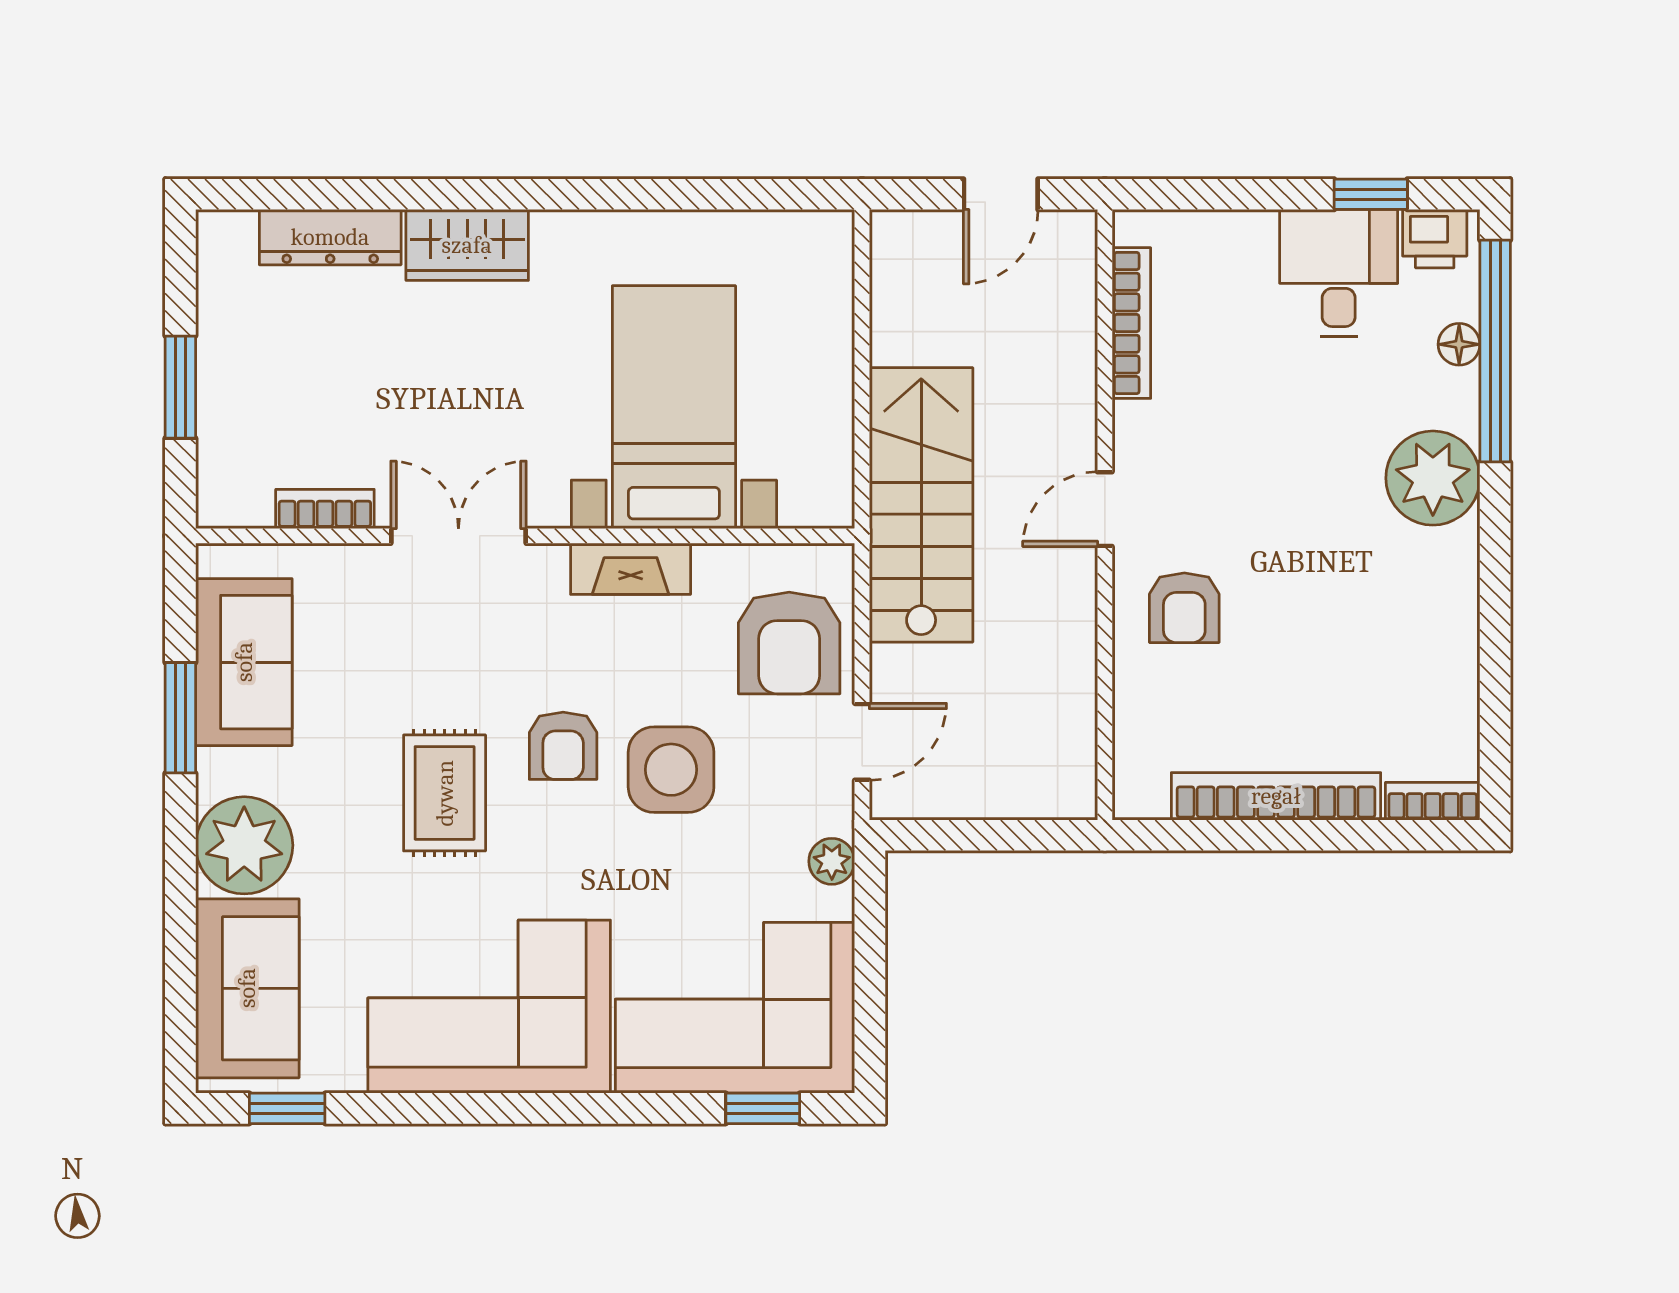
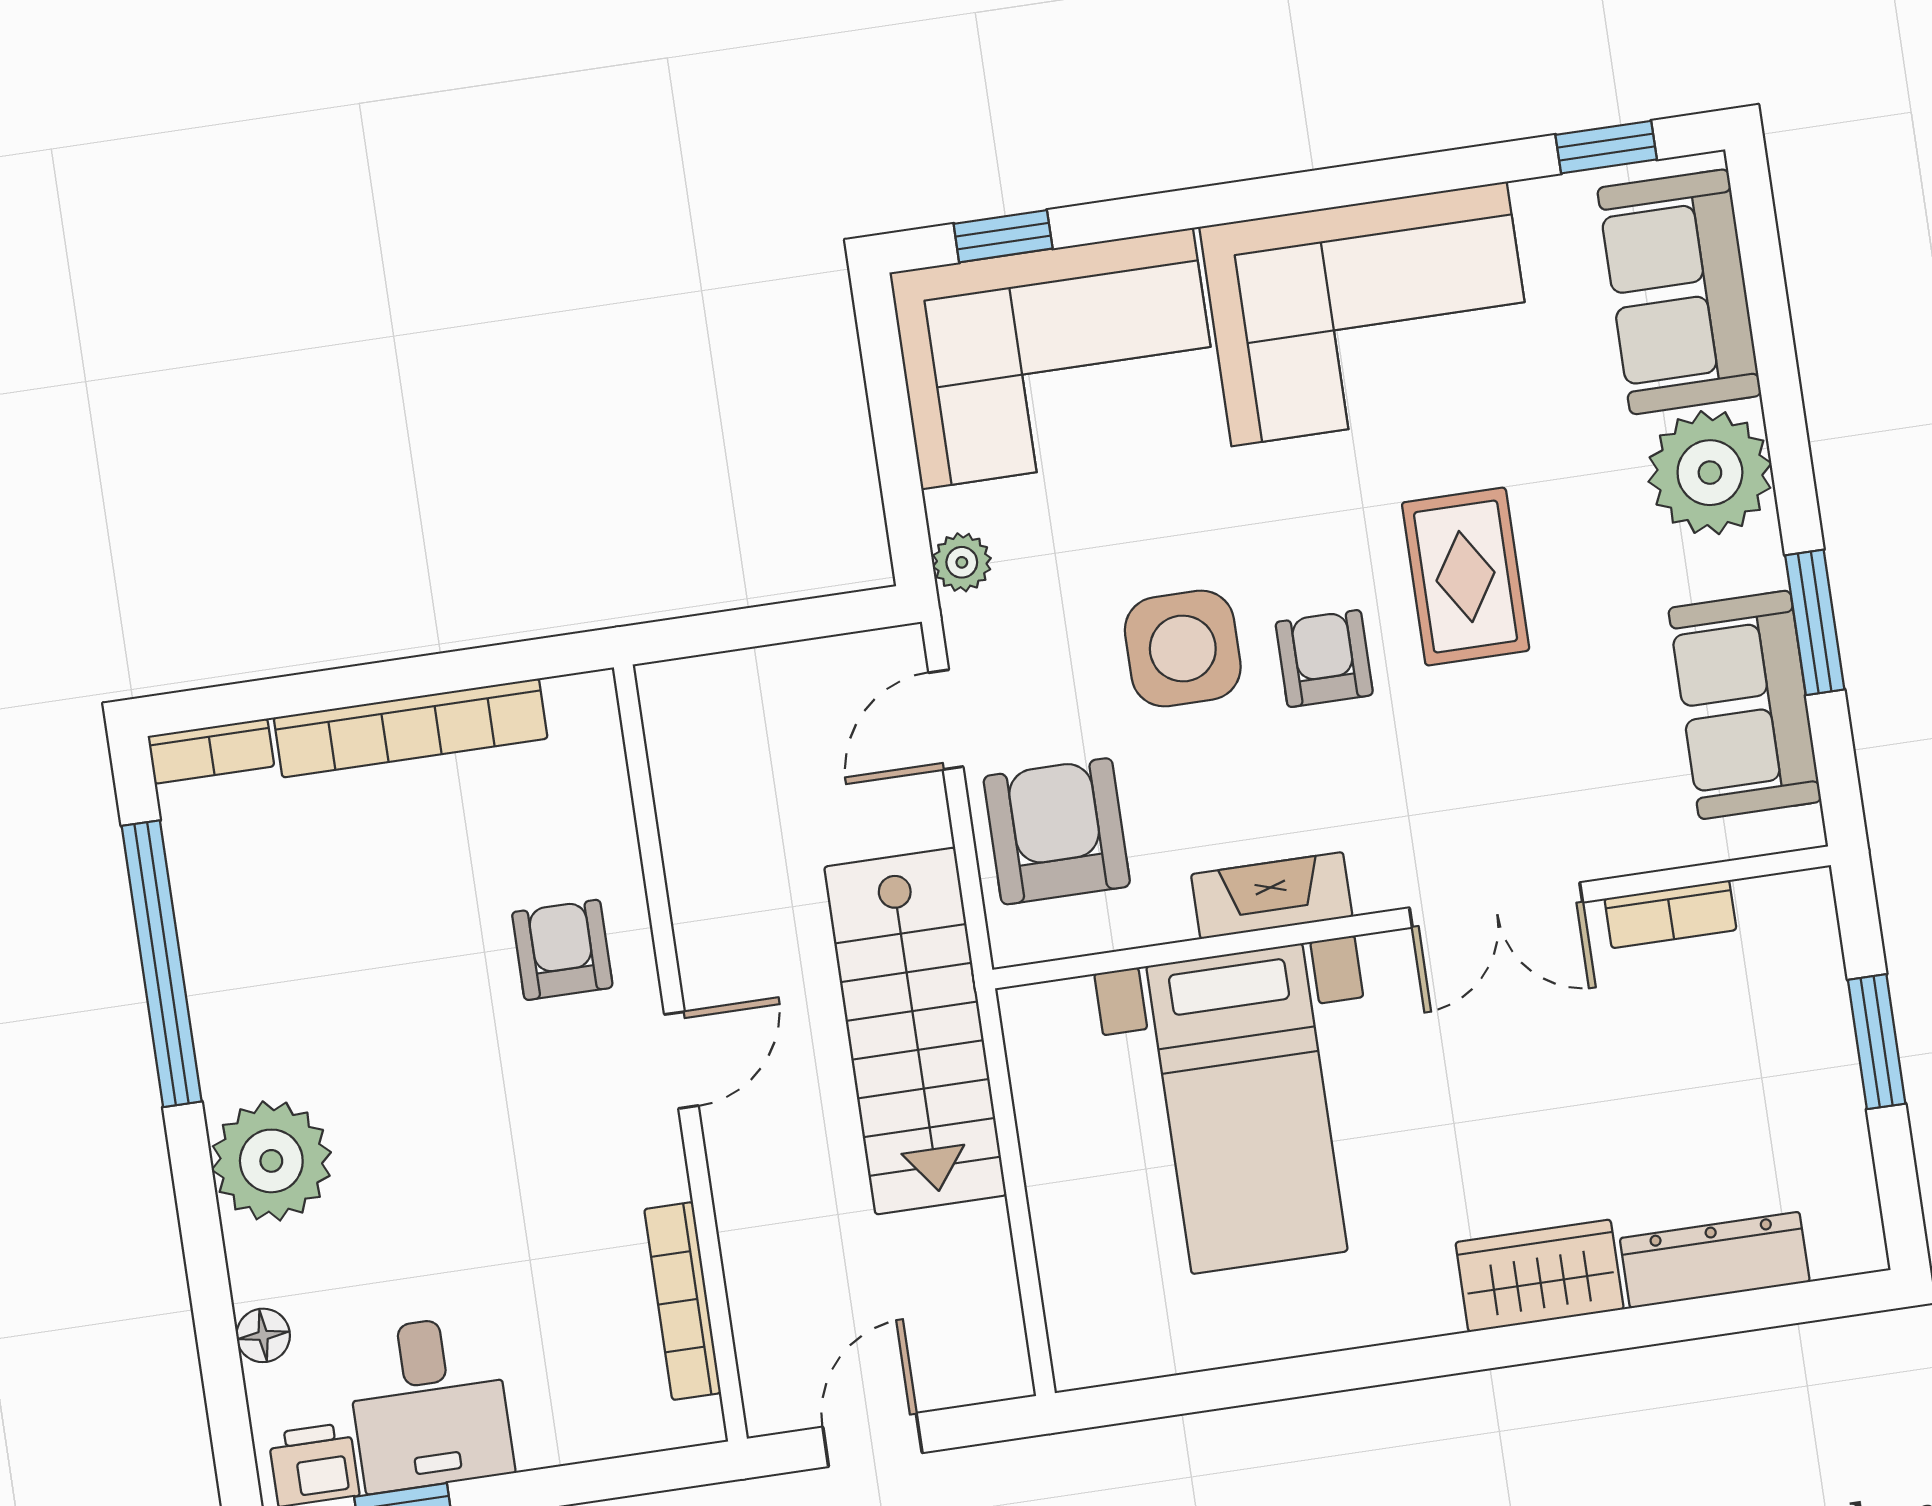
window: (1495, 351) -> (162, 964), moved

